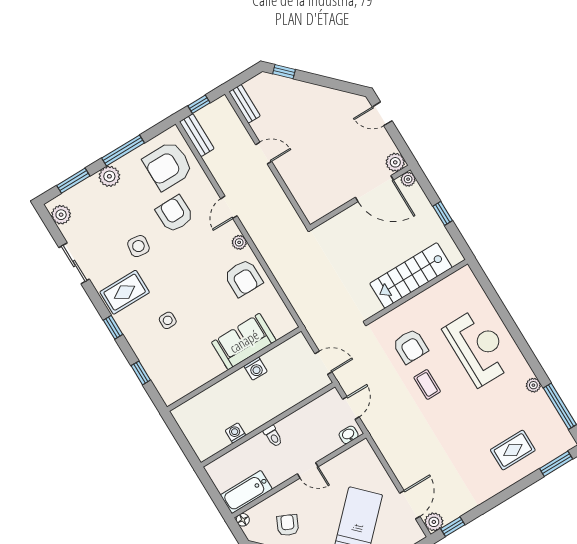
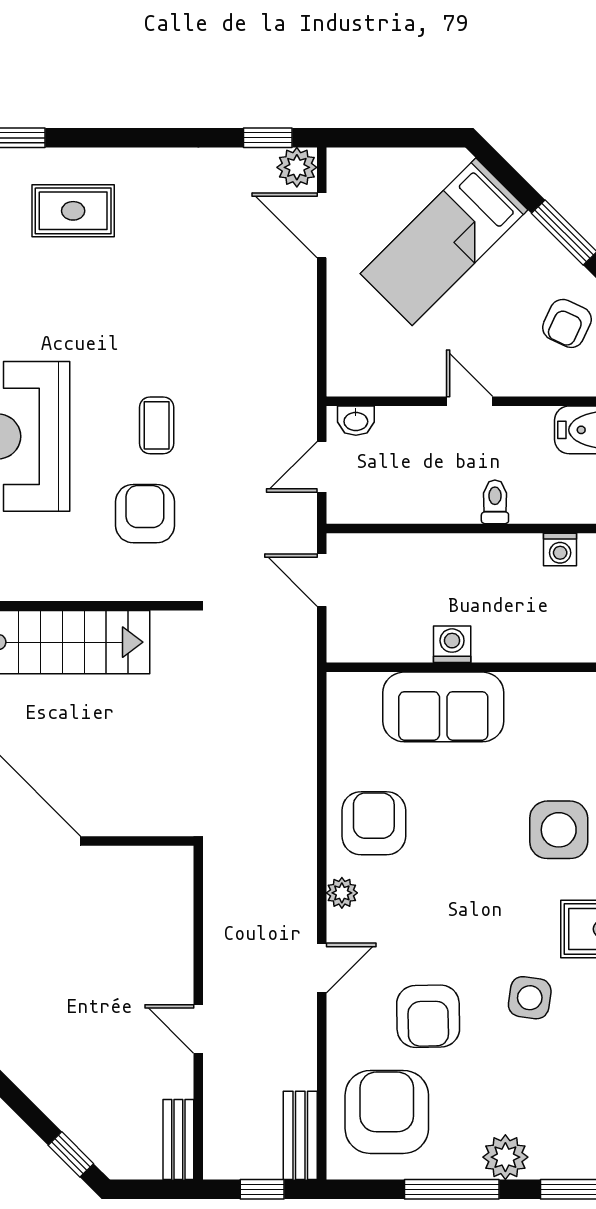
armchair: (168, 166) -> (387, 1112), turned -90
side table: (168, 320) -> (559, 830), width x1.87, depth x1.87
door: (410, 505) -> (322, 225), hinge flipped

